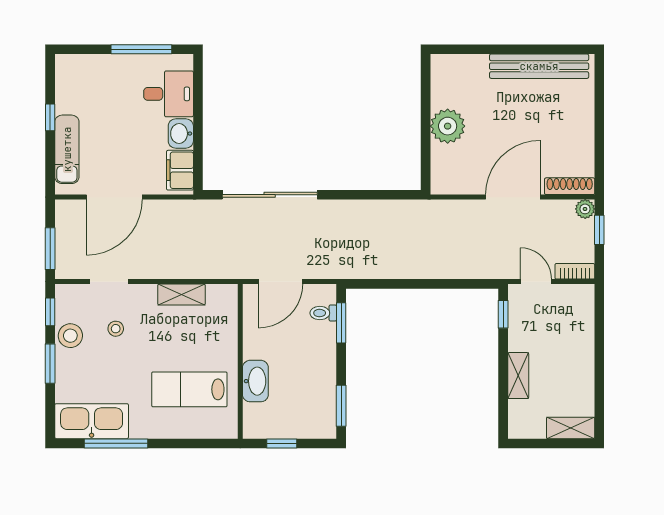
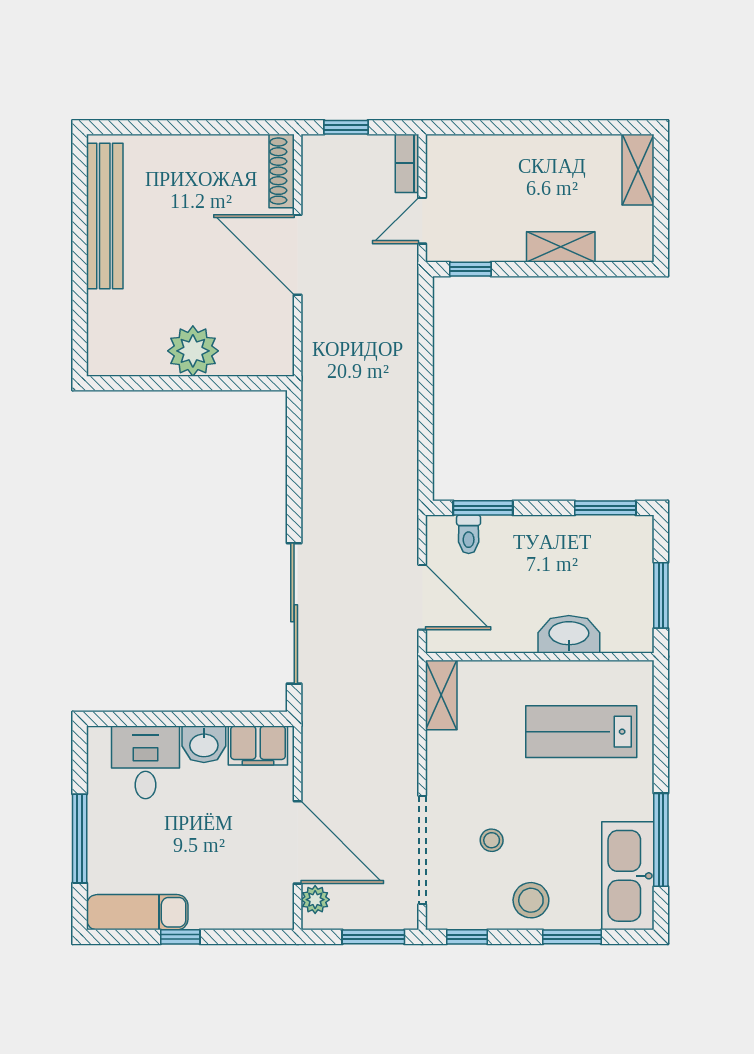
window: (141, 49) -> (80, 839), moved
exam couch: (67, 149) -> (137, 912), moved
plant: (585, 209) -> (315, 900), moved
doorway: (109, 282) -> (422, 850), width x1.88
shelving: (181, 295) -> (441, 695), moved
stool: (70, 336) -> (531, 900), moved
window: (50, 364) -> (572, 937), moved
lab bench: (189, 389) -> (581, 732), turned 90
window: (282, 443) -> (661, 595), width x1.50

